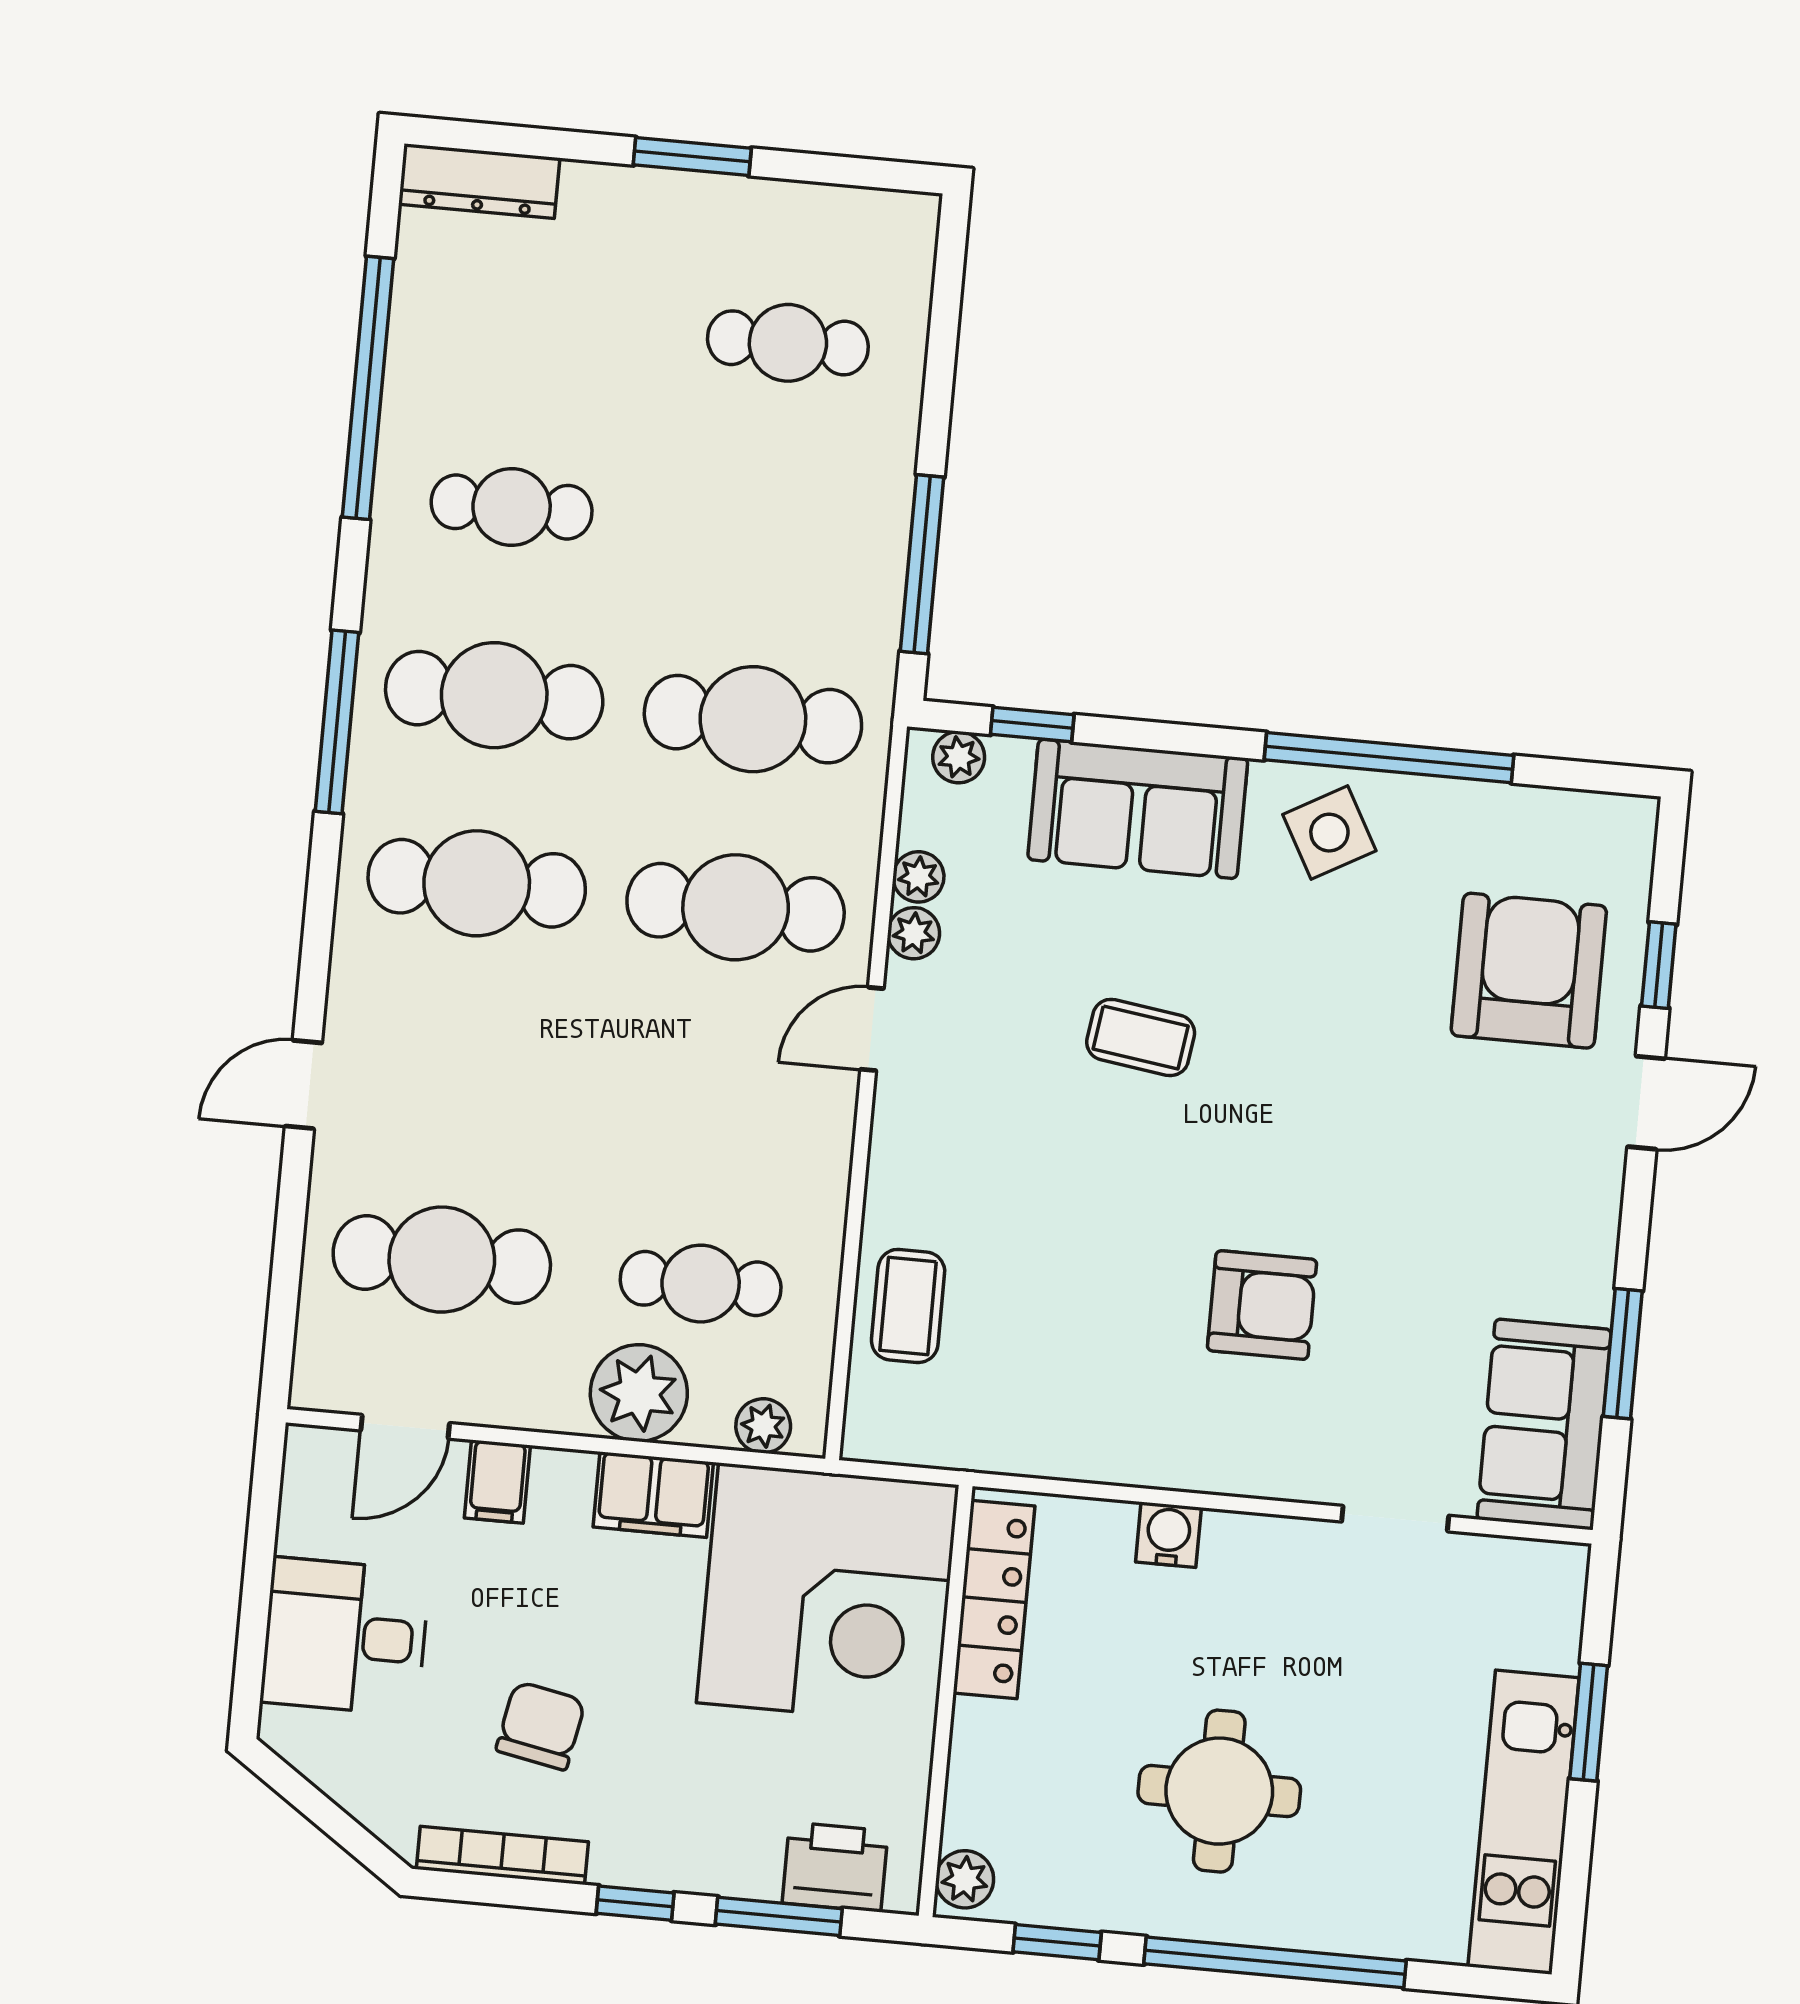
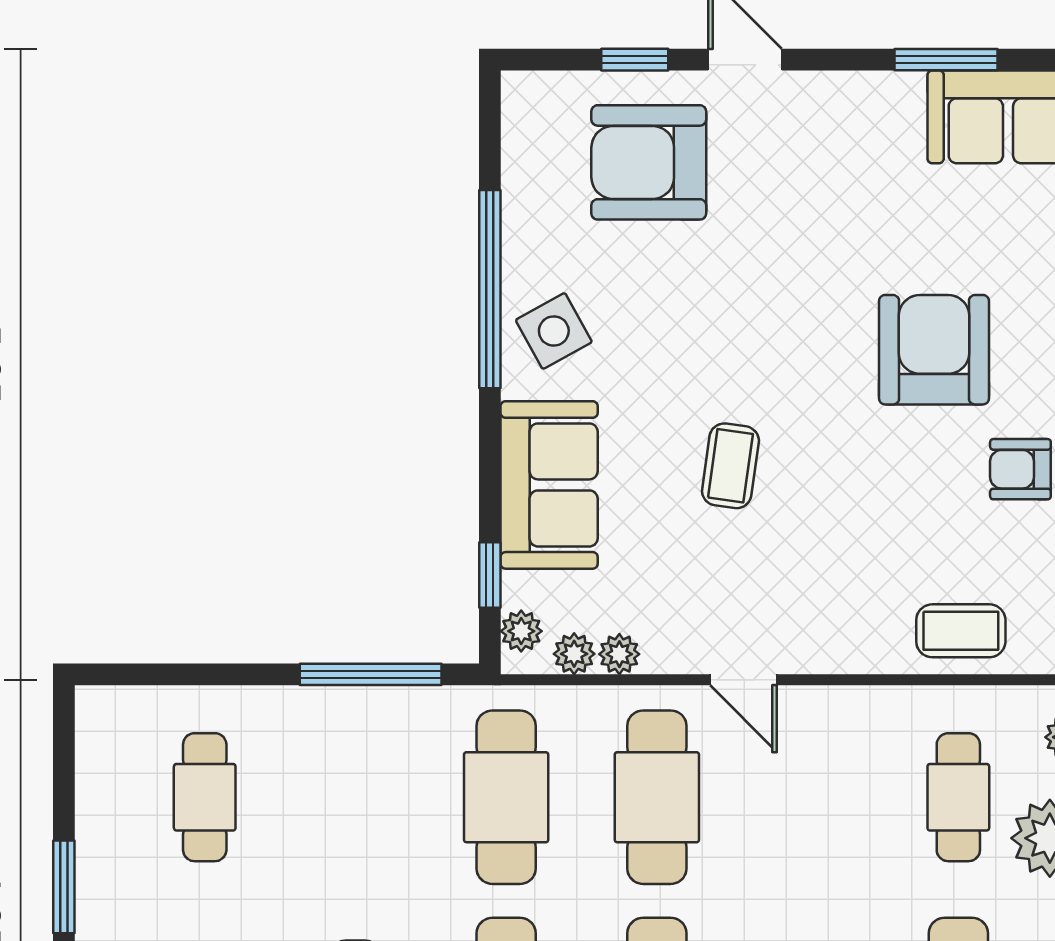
plant: (914, 933) -> (574, 654), moved
armchair: (1262, 1305) -> (934, 350), width x1.36, depth x1.36
armchair: (1103, 1399) -> (1020, 469), added

